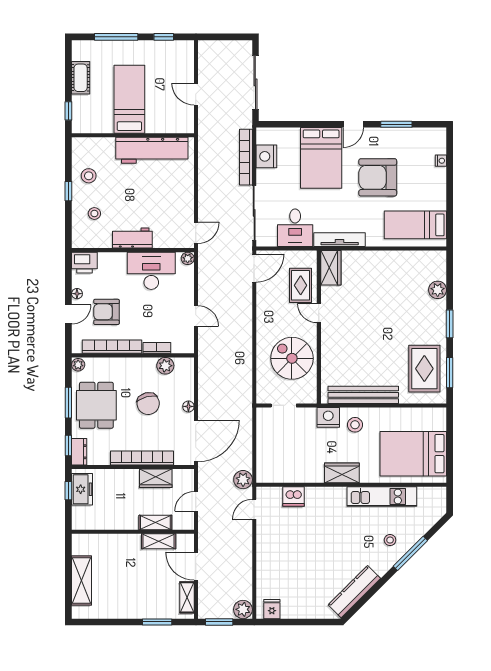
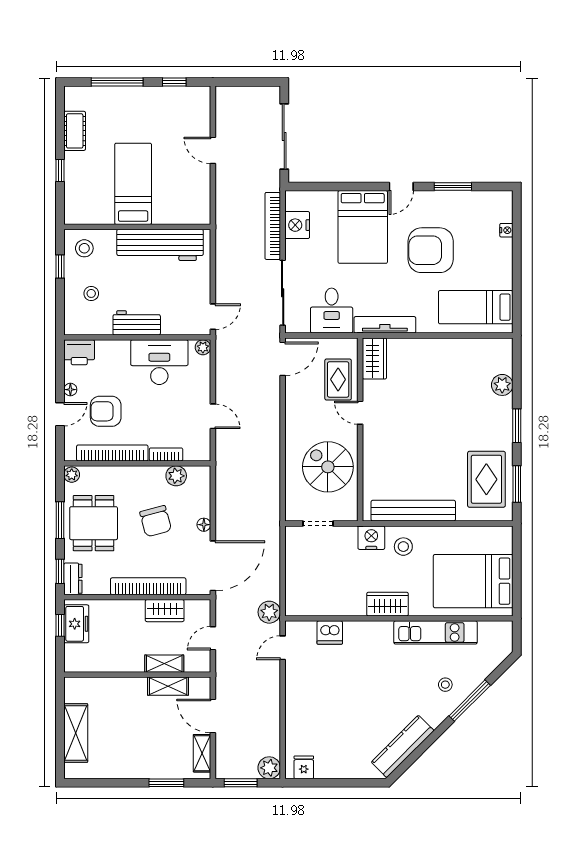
bed: (129, 99) -> (133, 184), moved
wall: (133, 135) -> (137, 227), moved
workbench: (152, 150) -> (160, 245), moved

